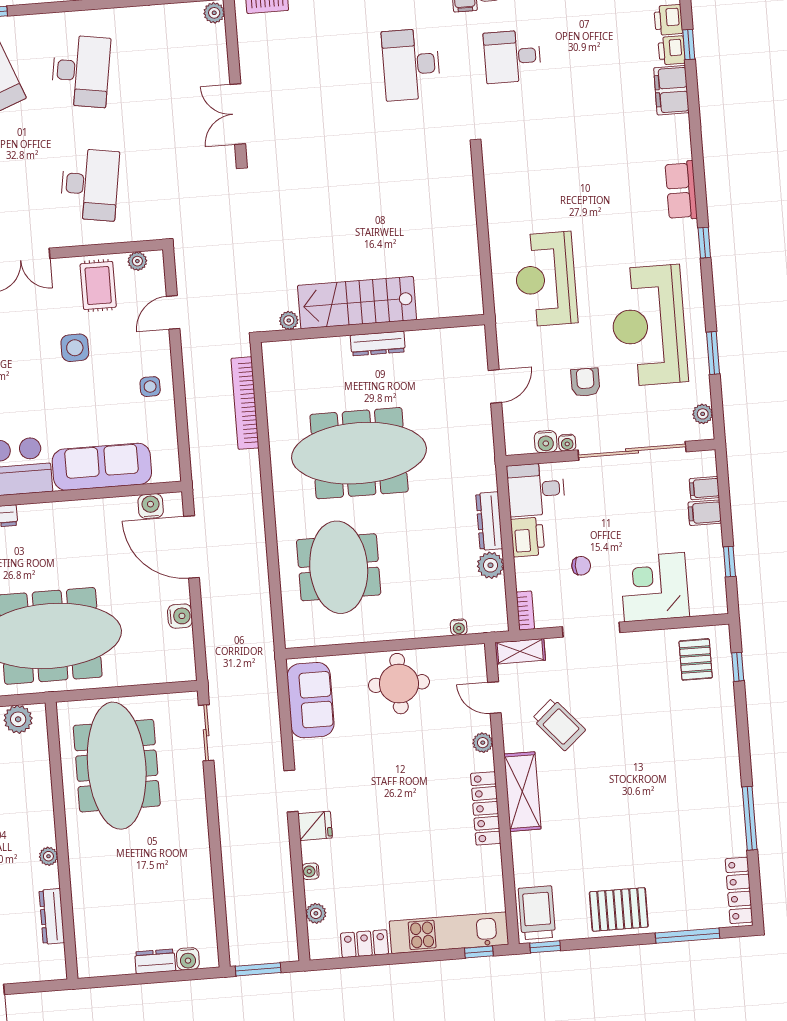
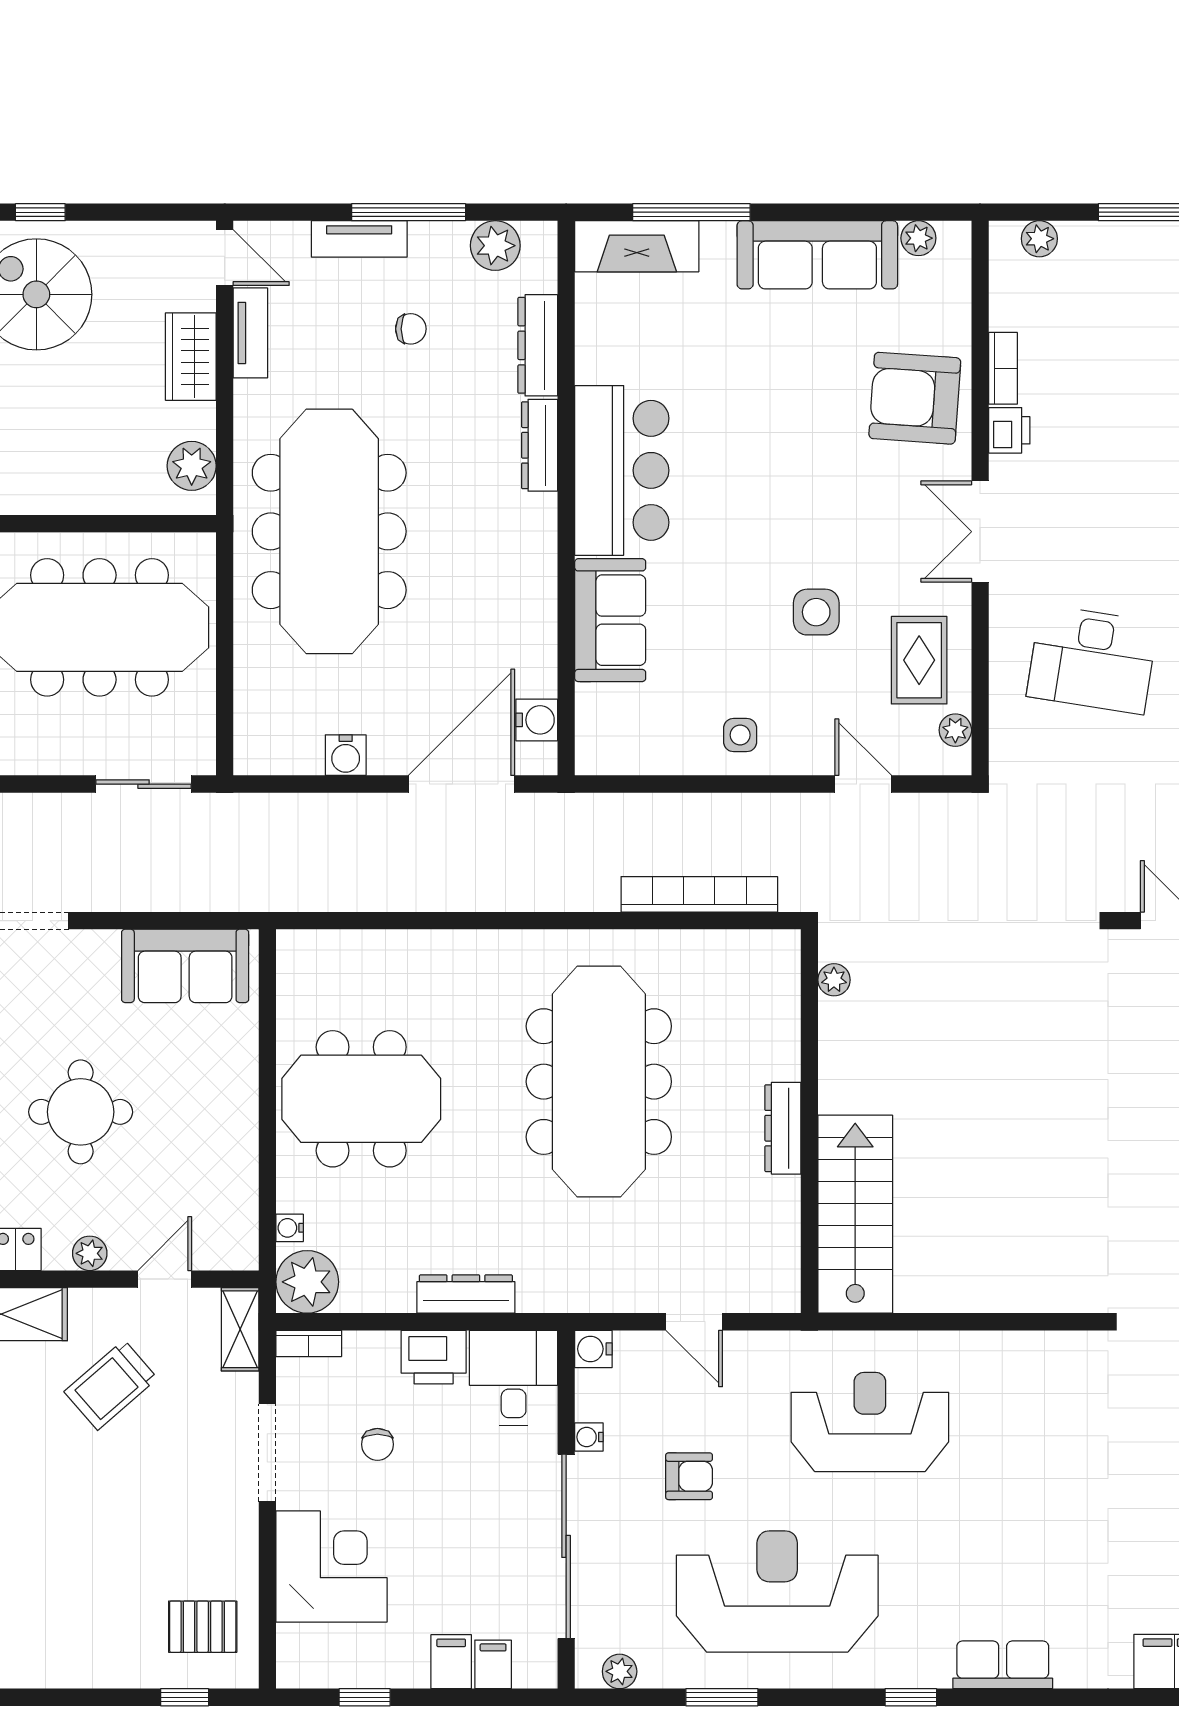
rug: (98, 285) -> (919, 660), turned 90
stairs: (357, 303) -> (855, 1214), moved
water cooler: (546, 442) -> (593, 1349), moved
sofa: (102, 467) -> (610, 620), width x0.73
plant: (490, 565) -> (307, 1282), moved, width x1.36, depth x1.36
meeting table: (339, 567) -> (361, 1099), moved
round table: (399, 684) -> (81, 1112), moved

